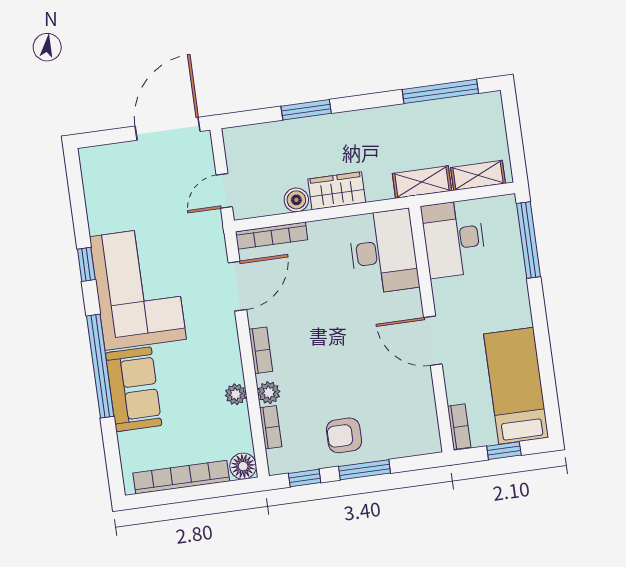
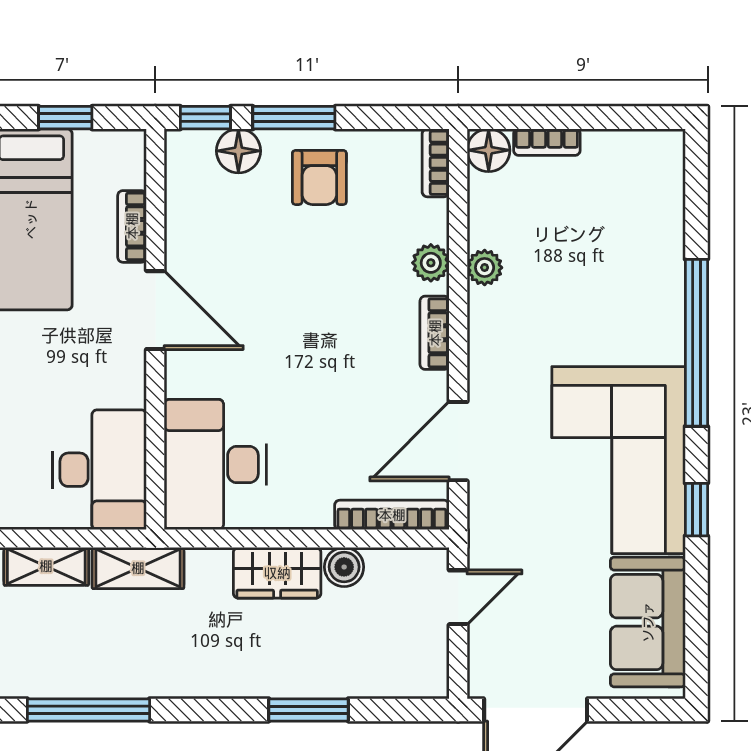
sofa: (134, 389) -> (648, 622), moved
bookcase: (271, 427) -> (436, 163), moved
bookcase: (459, 427) -> (132, 226), moved
armchair: (344, 435) -> (319, 177), turned 90
floor lamp: (396, 445) -> (238, 151), added
bookcase: (181, 477) -> (547, 142), width x0.43, depth x0.76
window: (305, 478) -> (205, 118), moved

